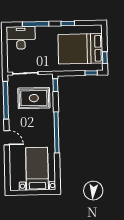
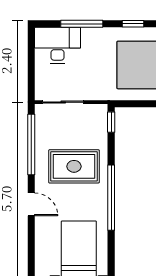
rug: (34, 98) -> (74, 166), moved

